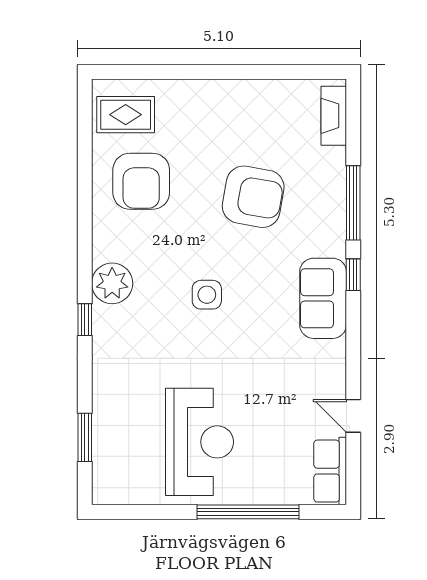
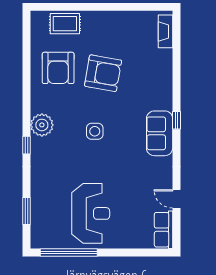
rug: (126, 115) -> (65, 24), moved
armchair: (253, 197) -> (103, 73), moved
window: (353, 203) -> (176, 80), removed
window: (248, 512) -> (69, 252), moved

